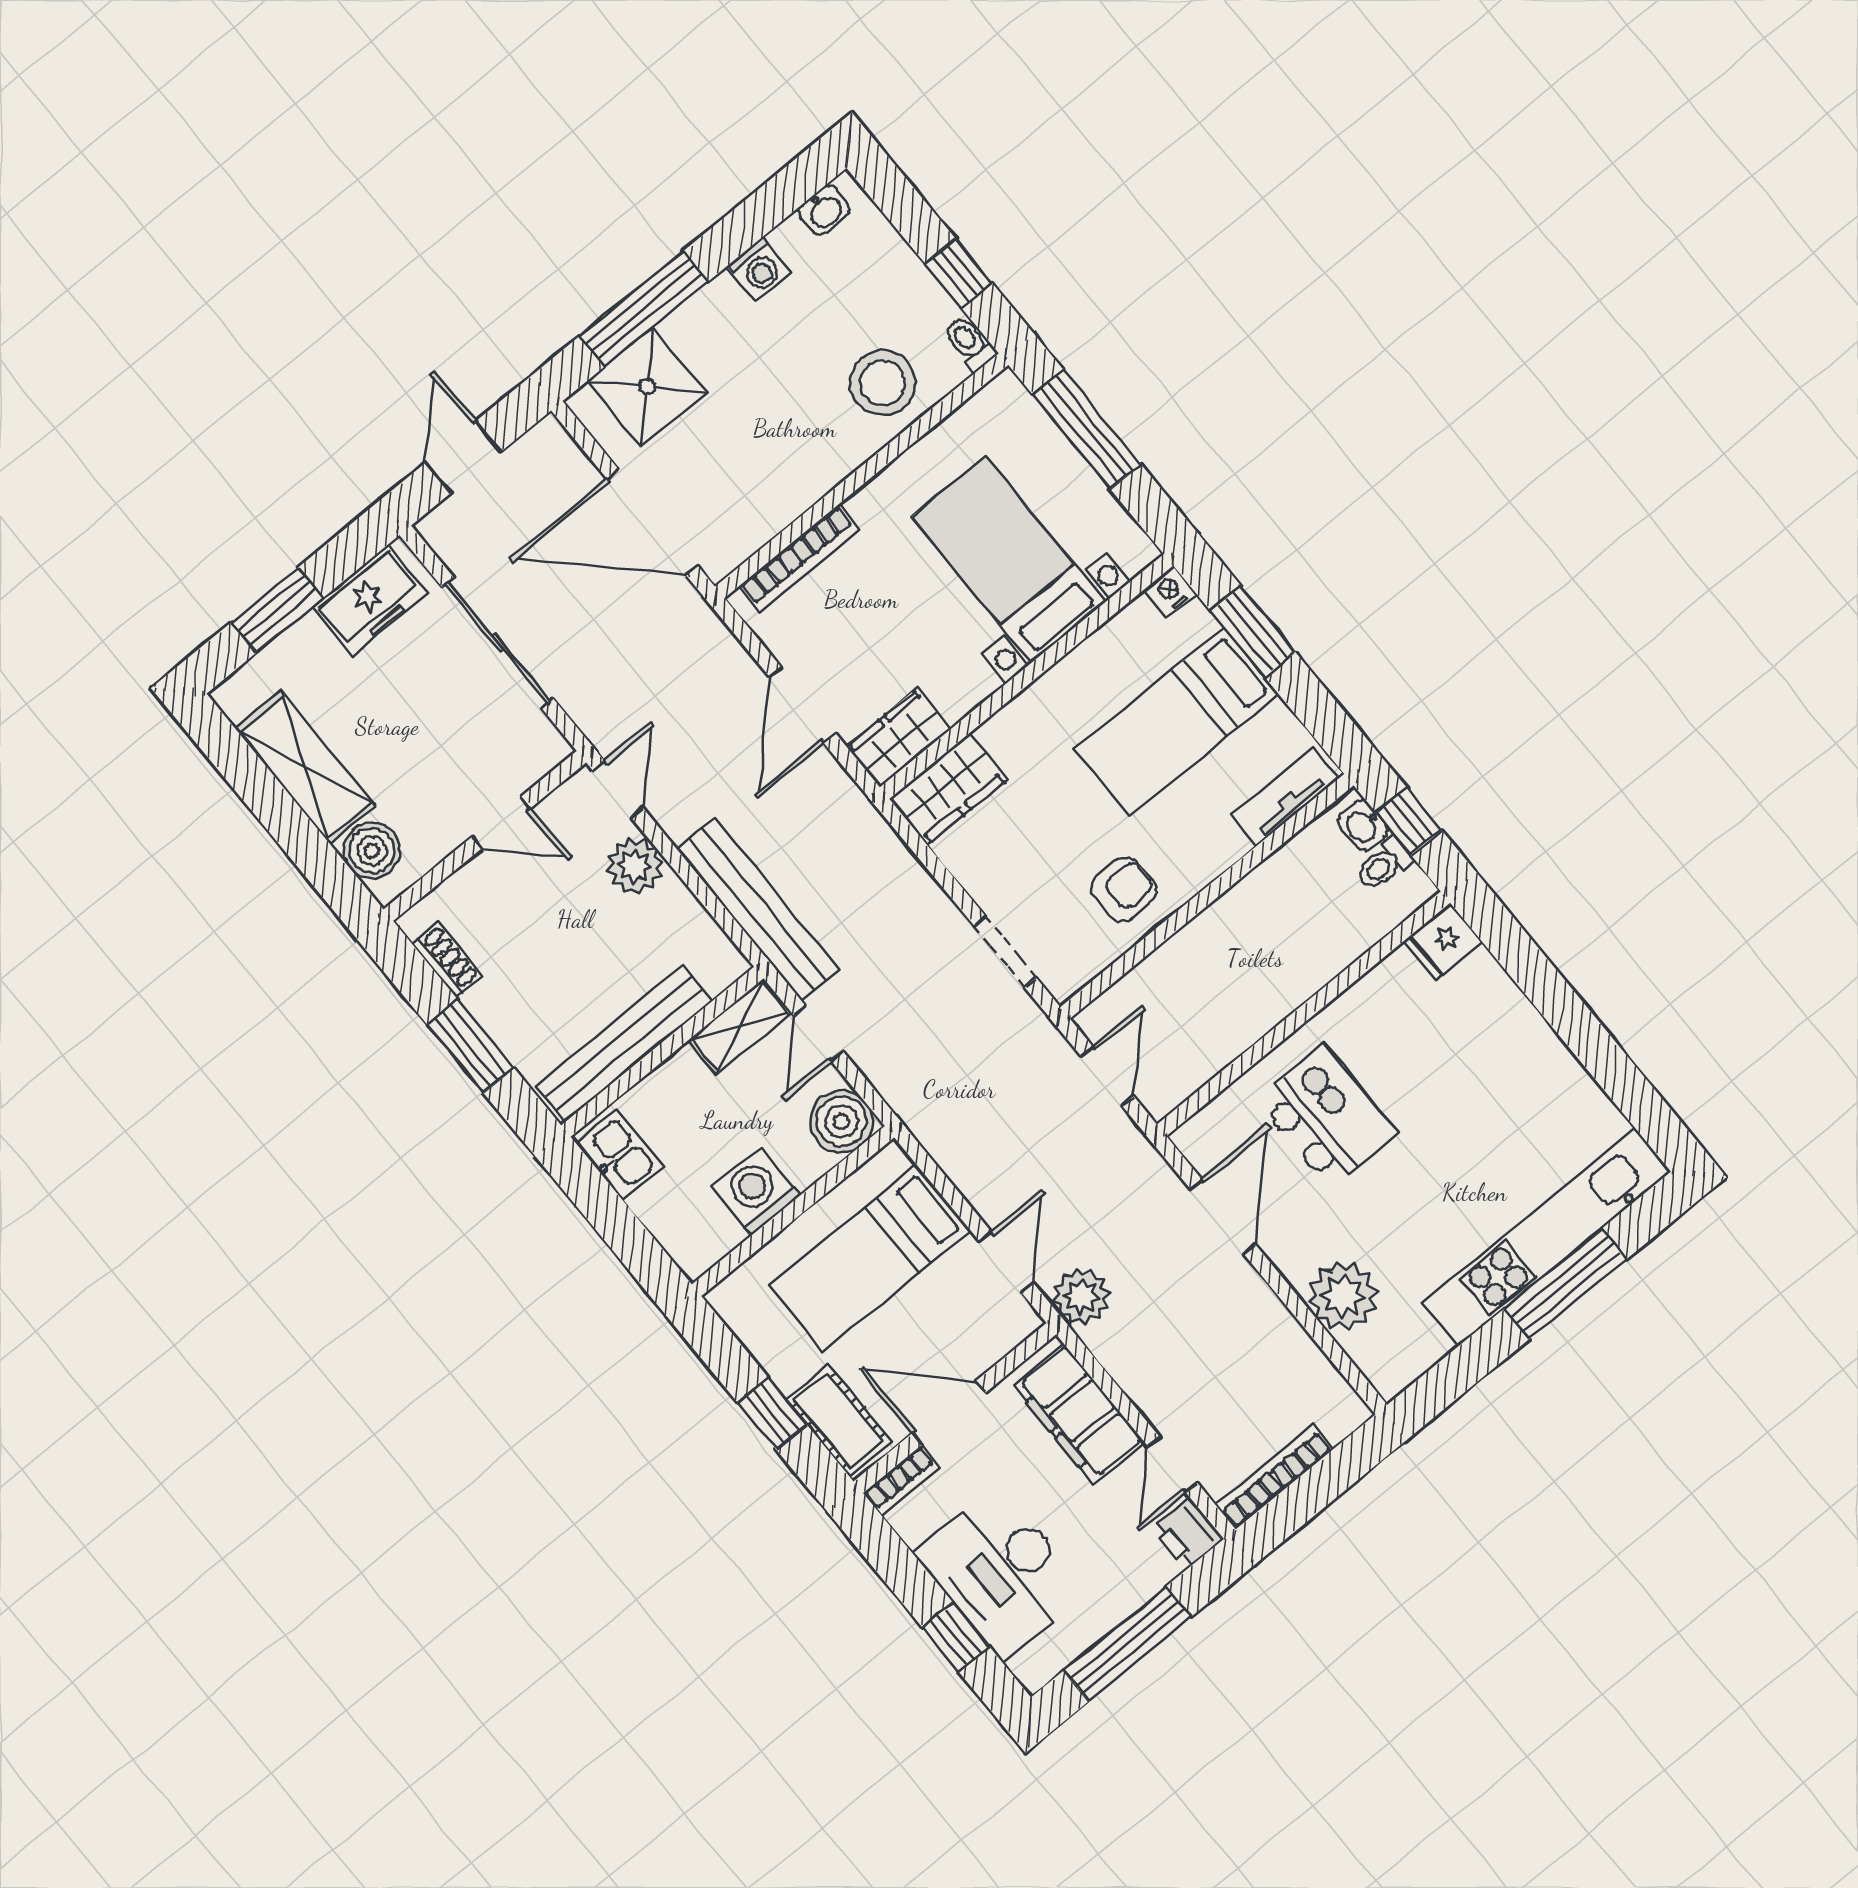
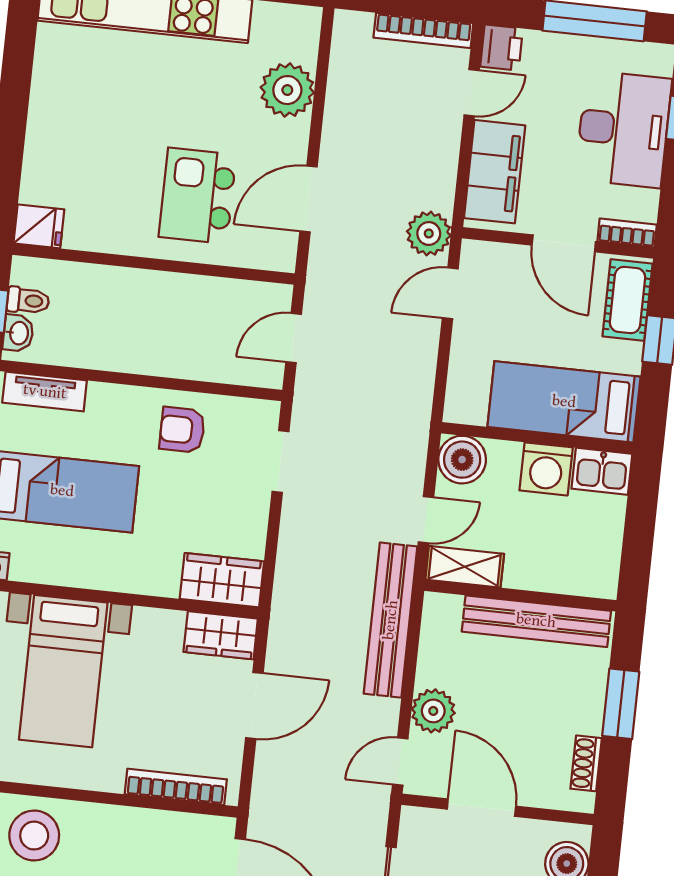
door: (501, 823) -> (481, 808), width x1.37
kitchen sink: (620, 1155) -> (602, 471), moved, turned -90
bed: (870, 1258) -> (564, 402), moved, turned 180

